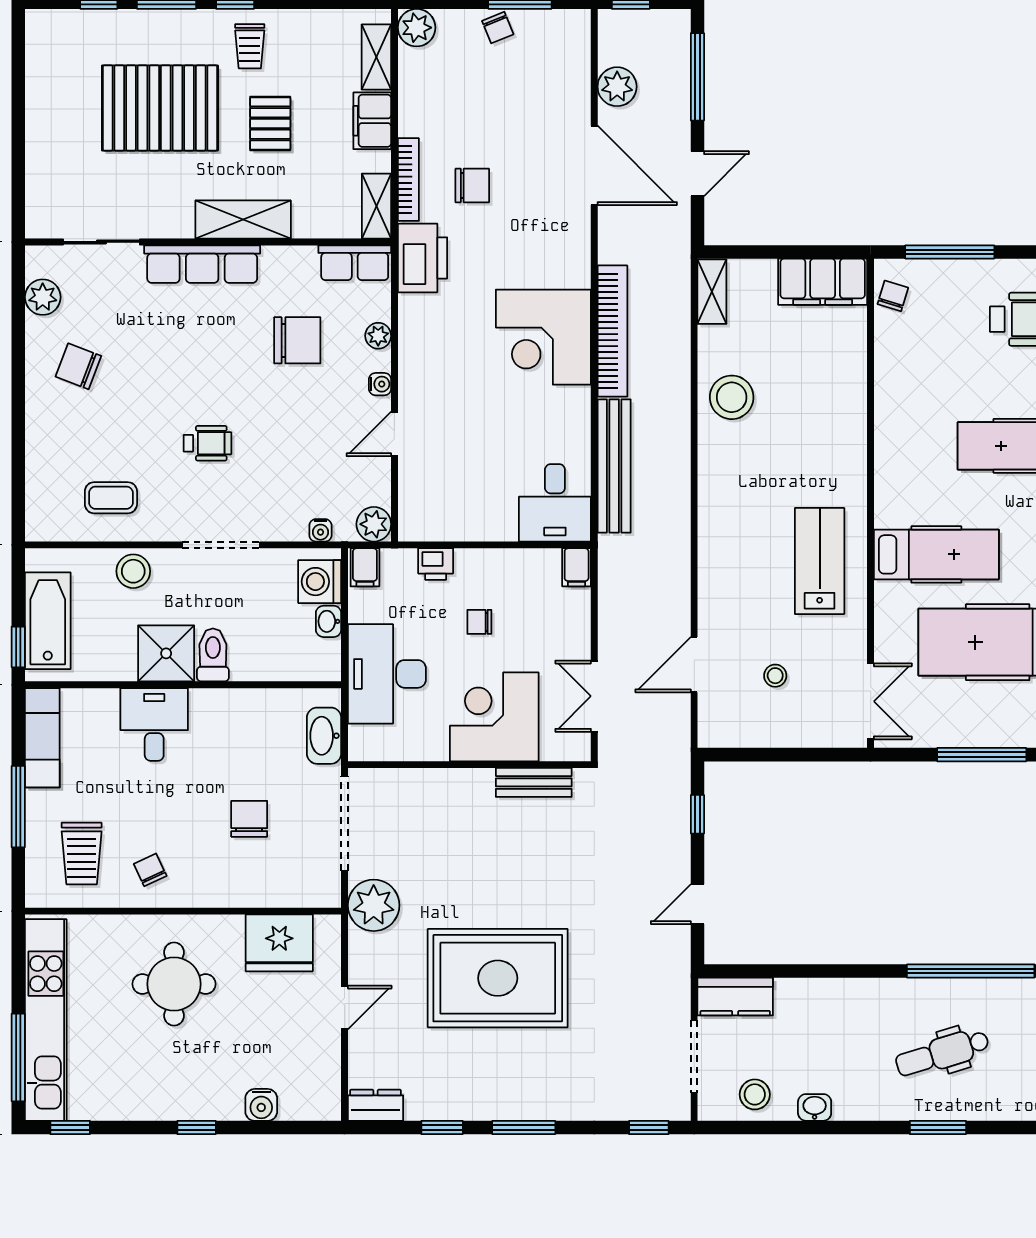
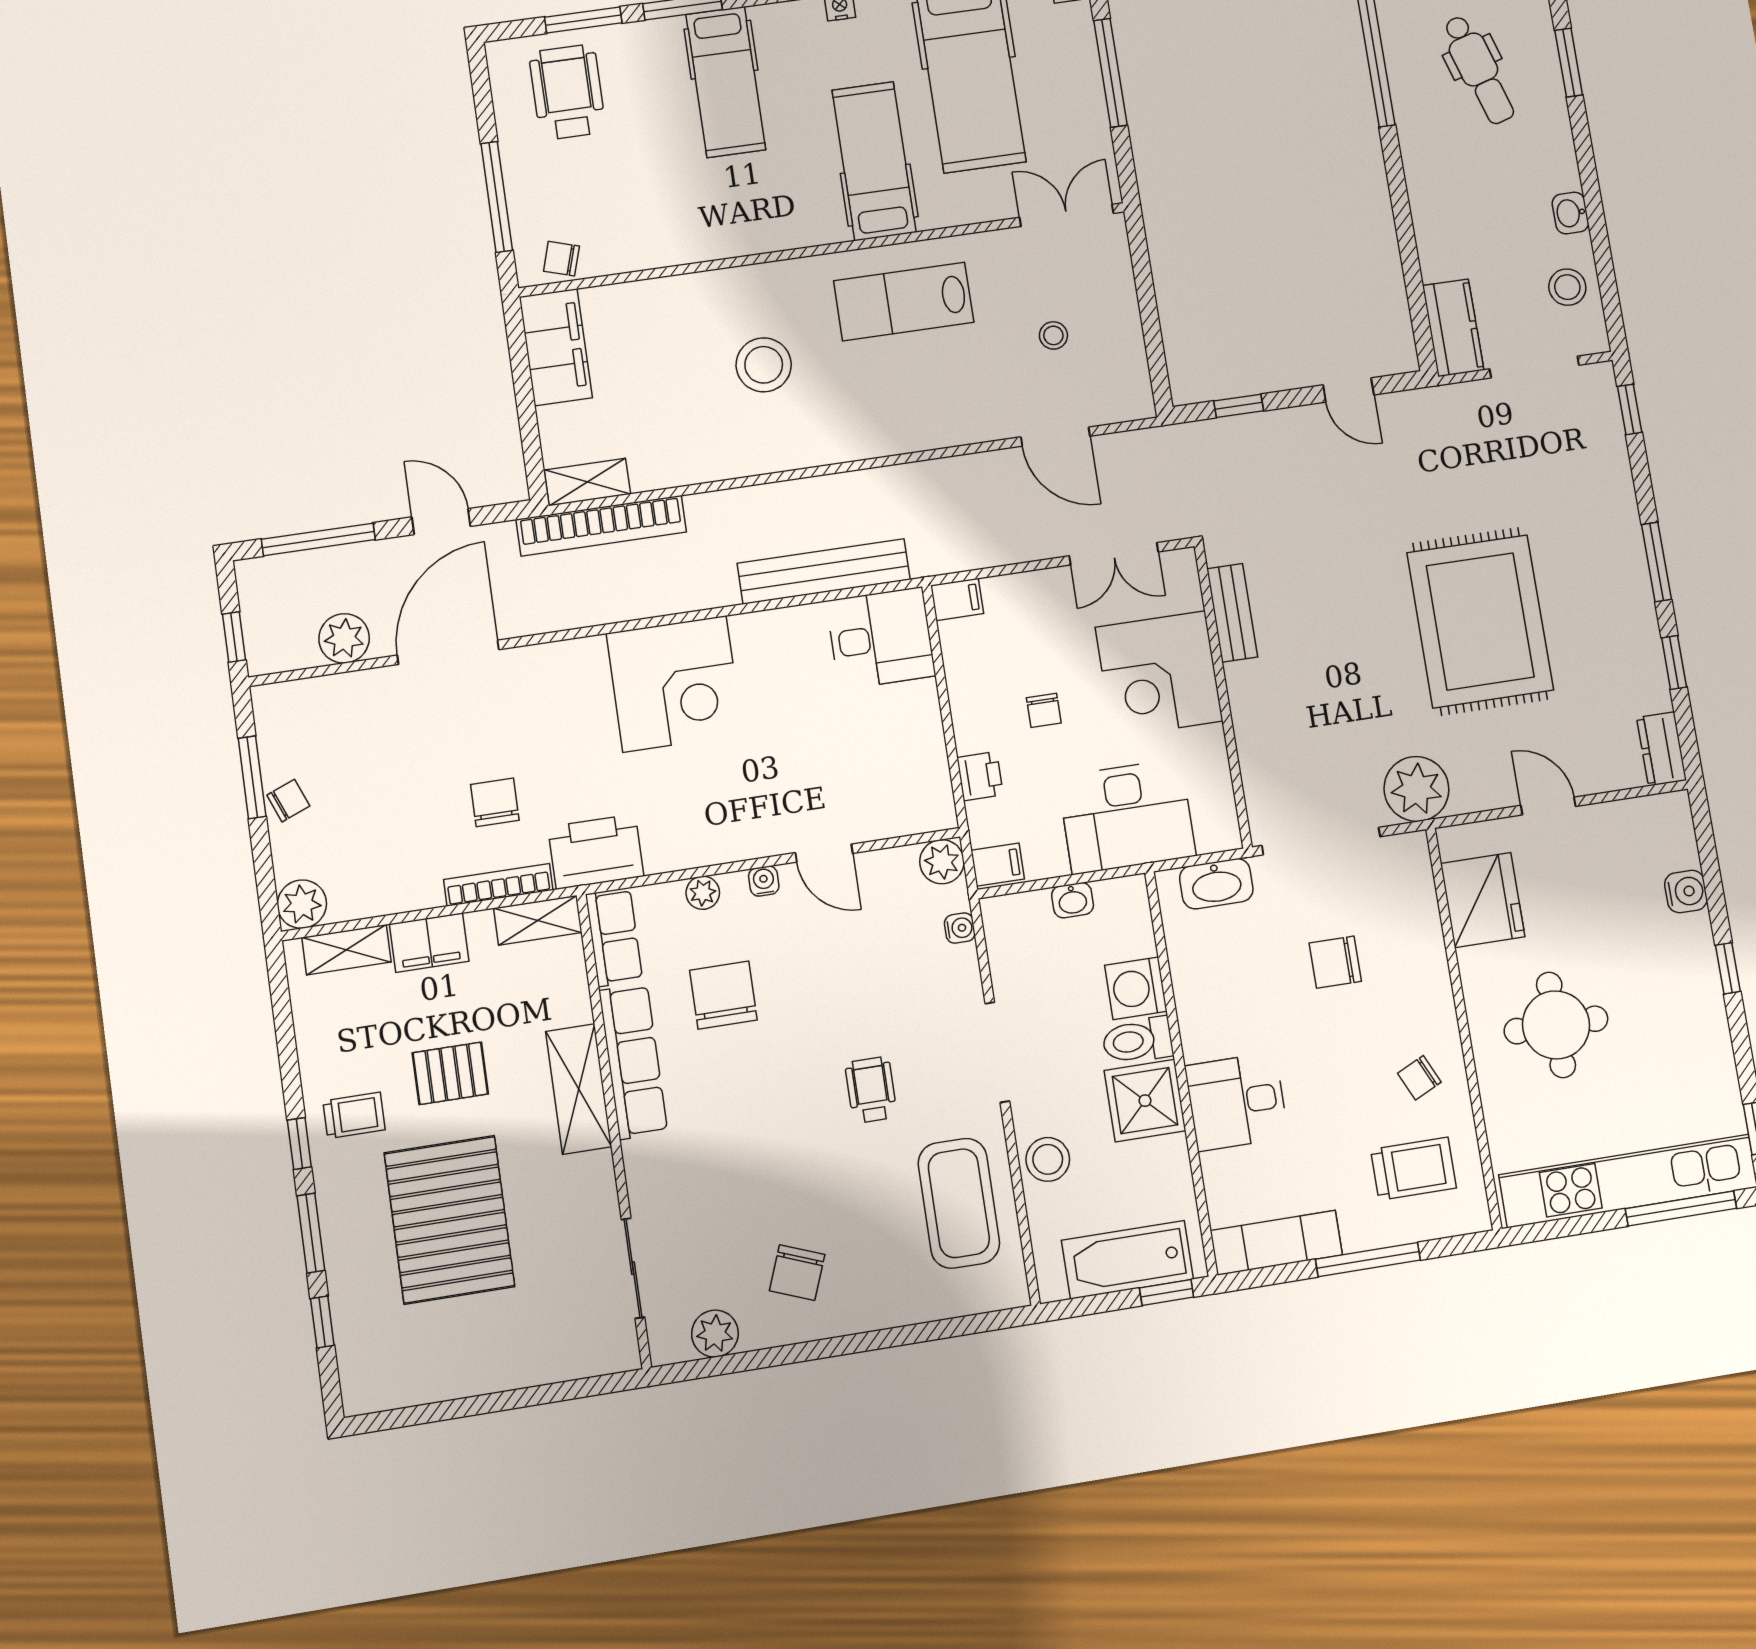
row of seats: (202, 264) -> (633, 1061), moved
bookcase: (612, 331) -> (601, 526), moved, turned 180
stool: (732, 397) -> (764, 365), moved
coffee table: (111, 498) -> (959, 1203), width x1.86, depth x1.72
washing machine: (320, 582) -> (1136, 988), moved, turned 90

